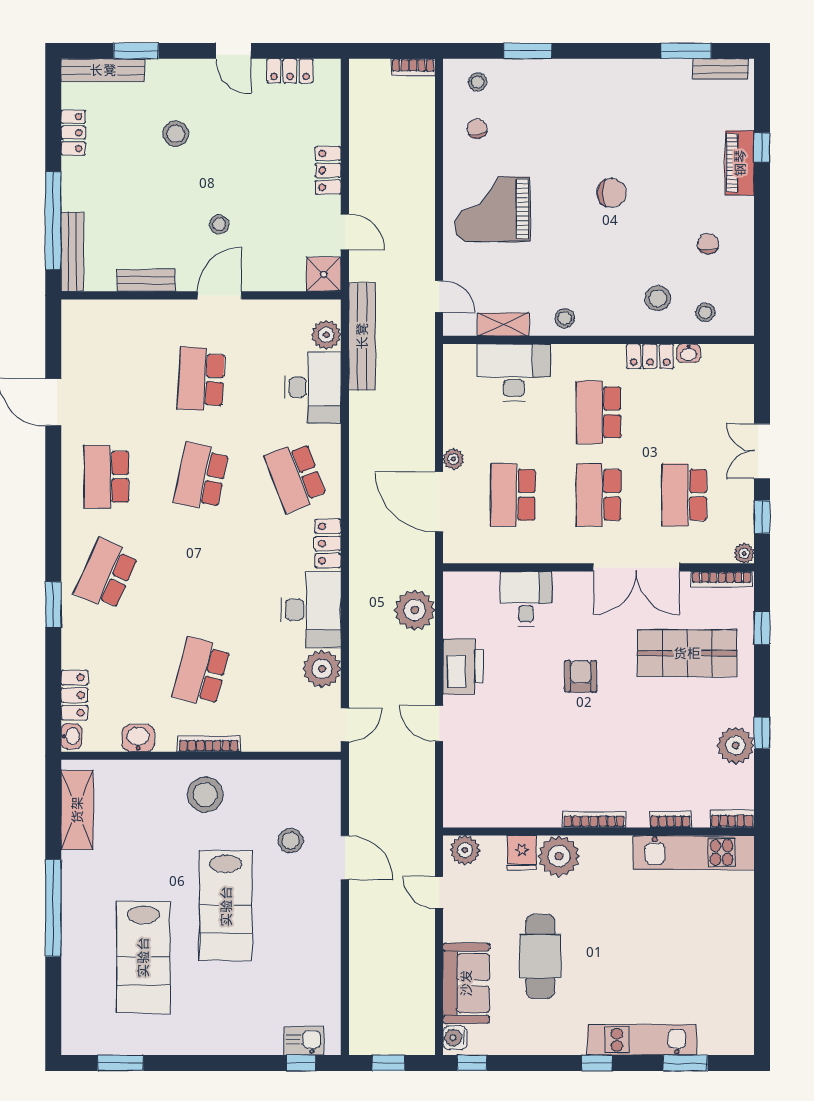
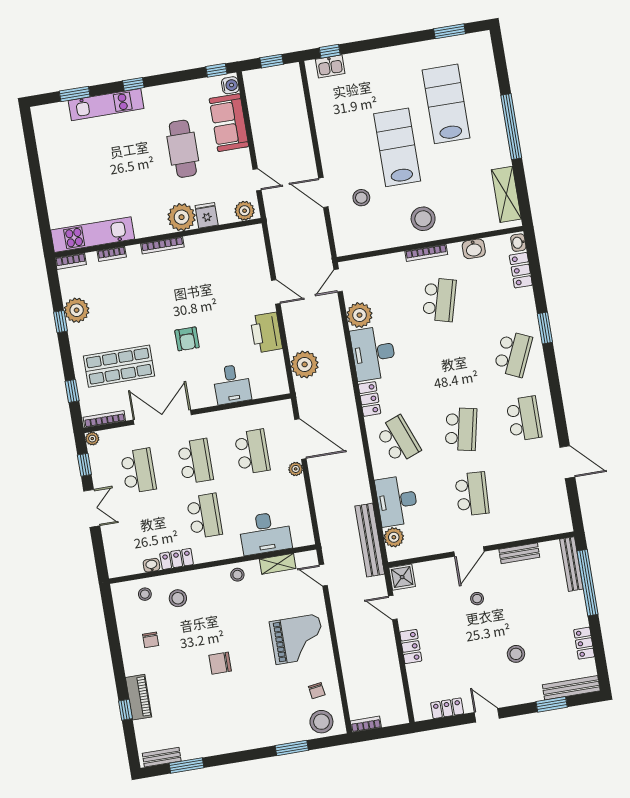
stool: (478, 82) -> (321, 722), width x1.89, depth x1.89

